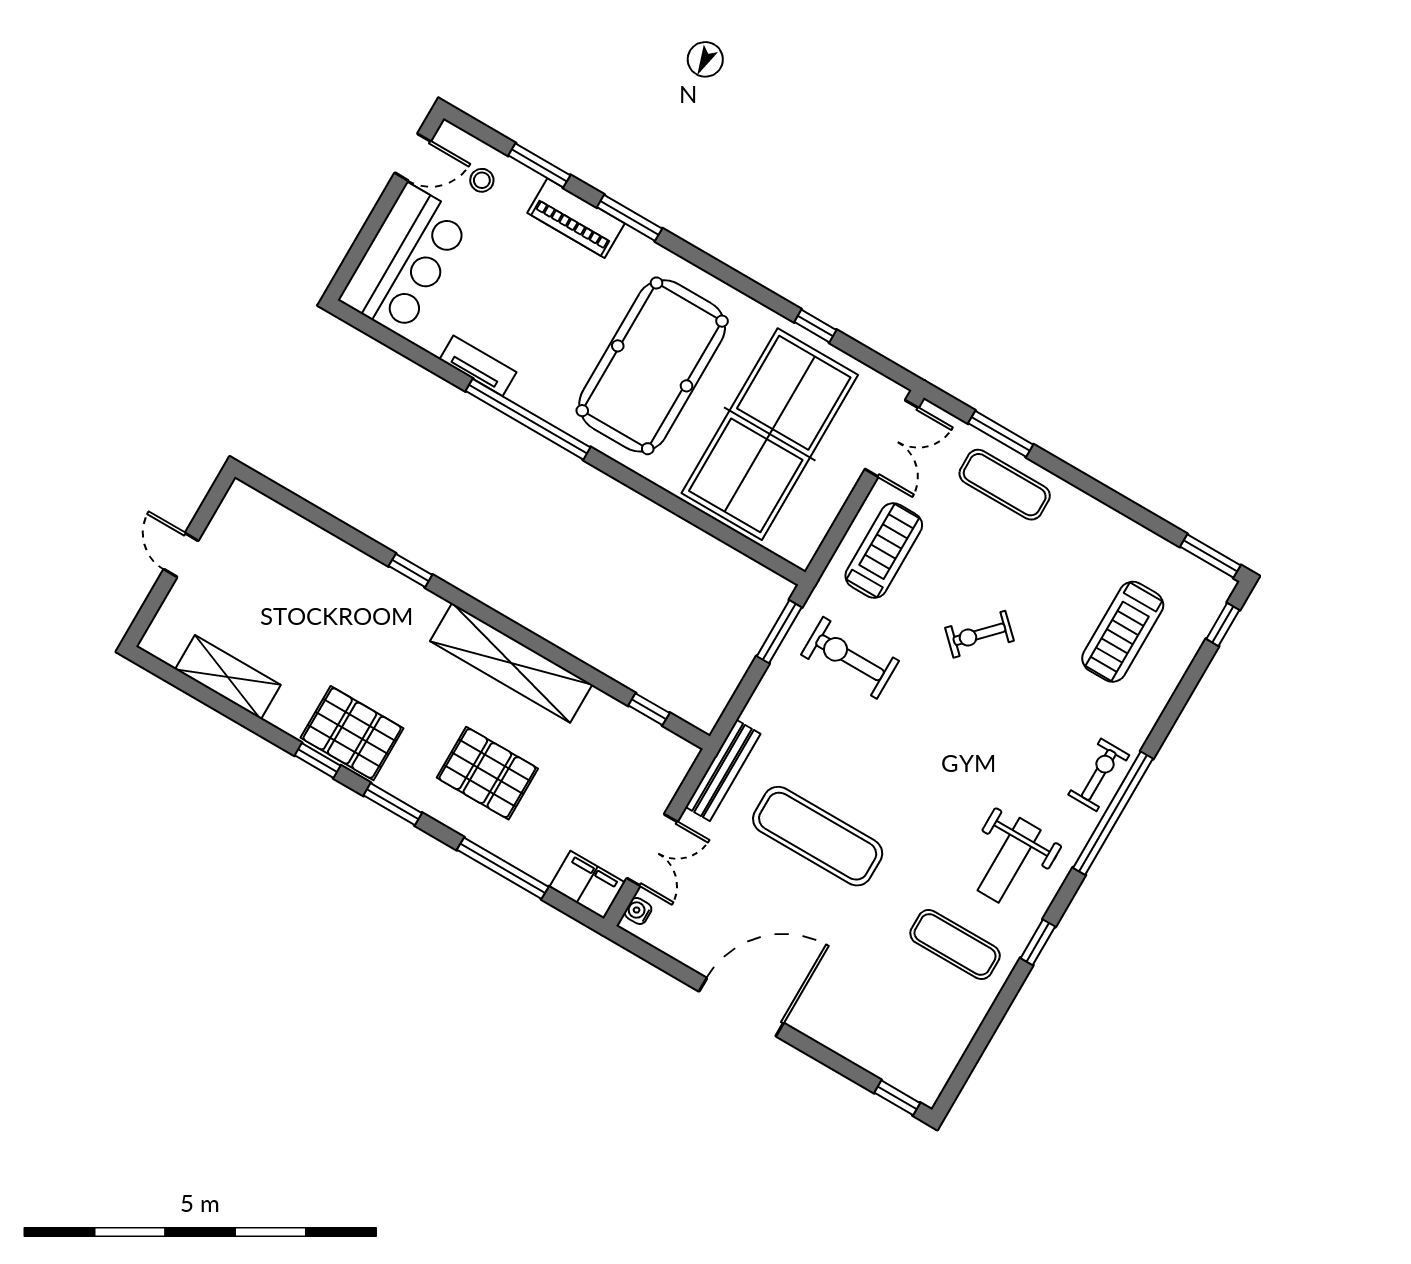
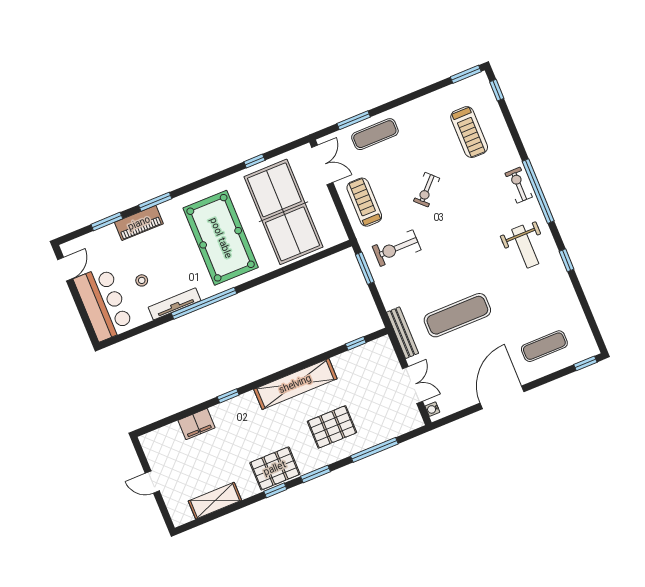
stool: (482, 180) -> (142, 280), moved
tv unit: (478, 366) -> (174, 304), width x1.41
filing cabinet: (587, 885) -> (197, 424), moved, turned 180
exercise mat: (955, 944) -> (544, 346), moved

